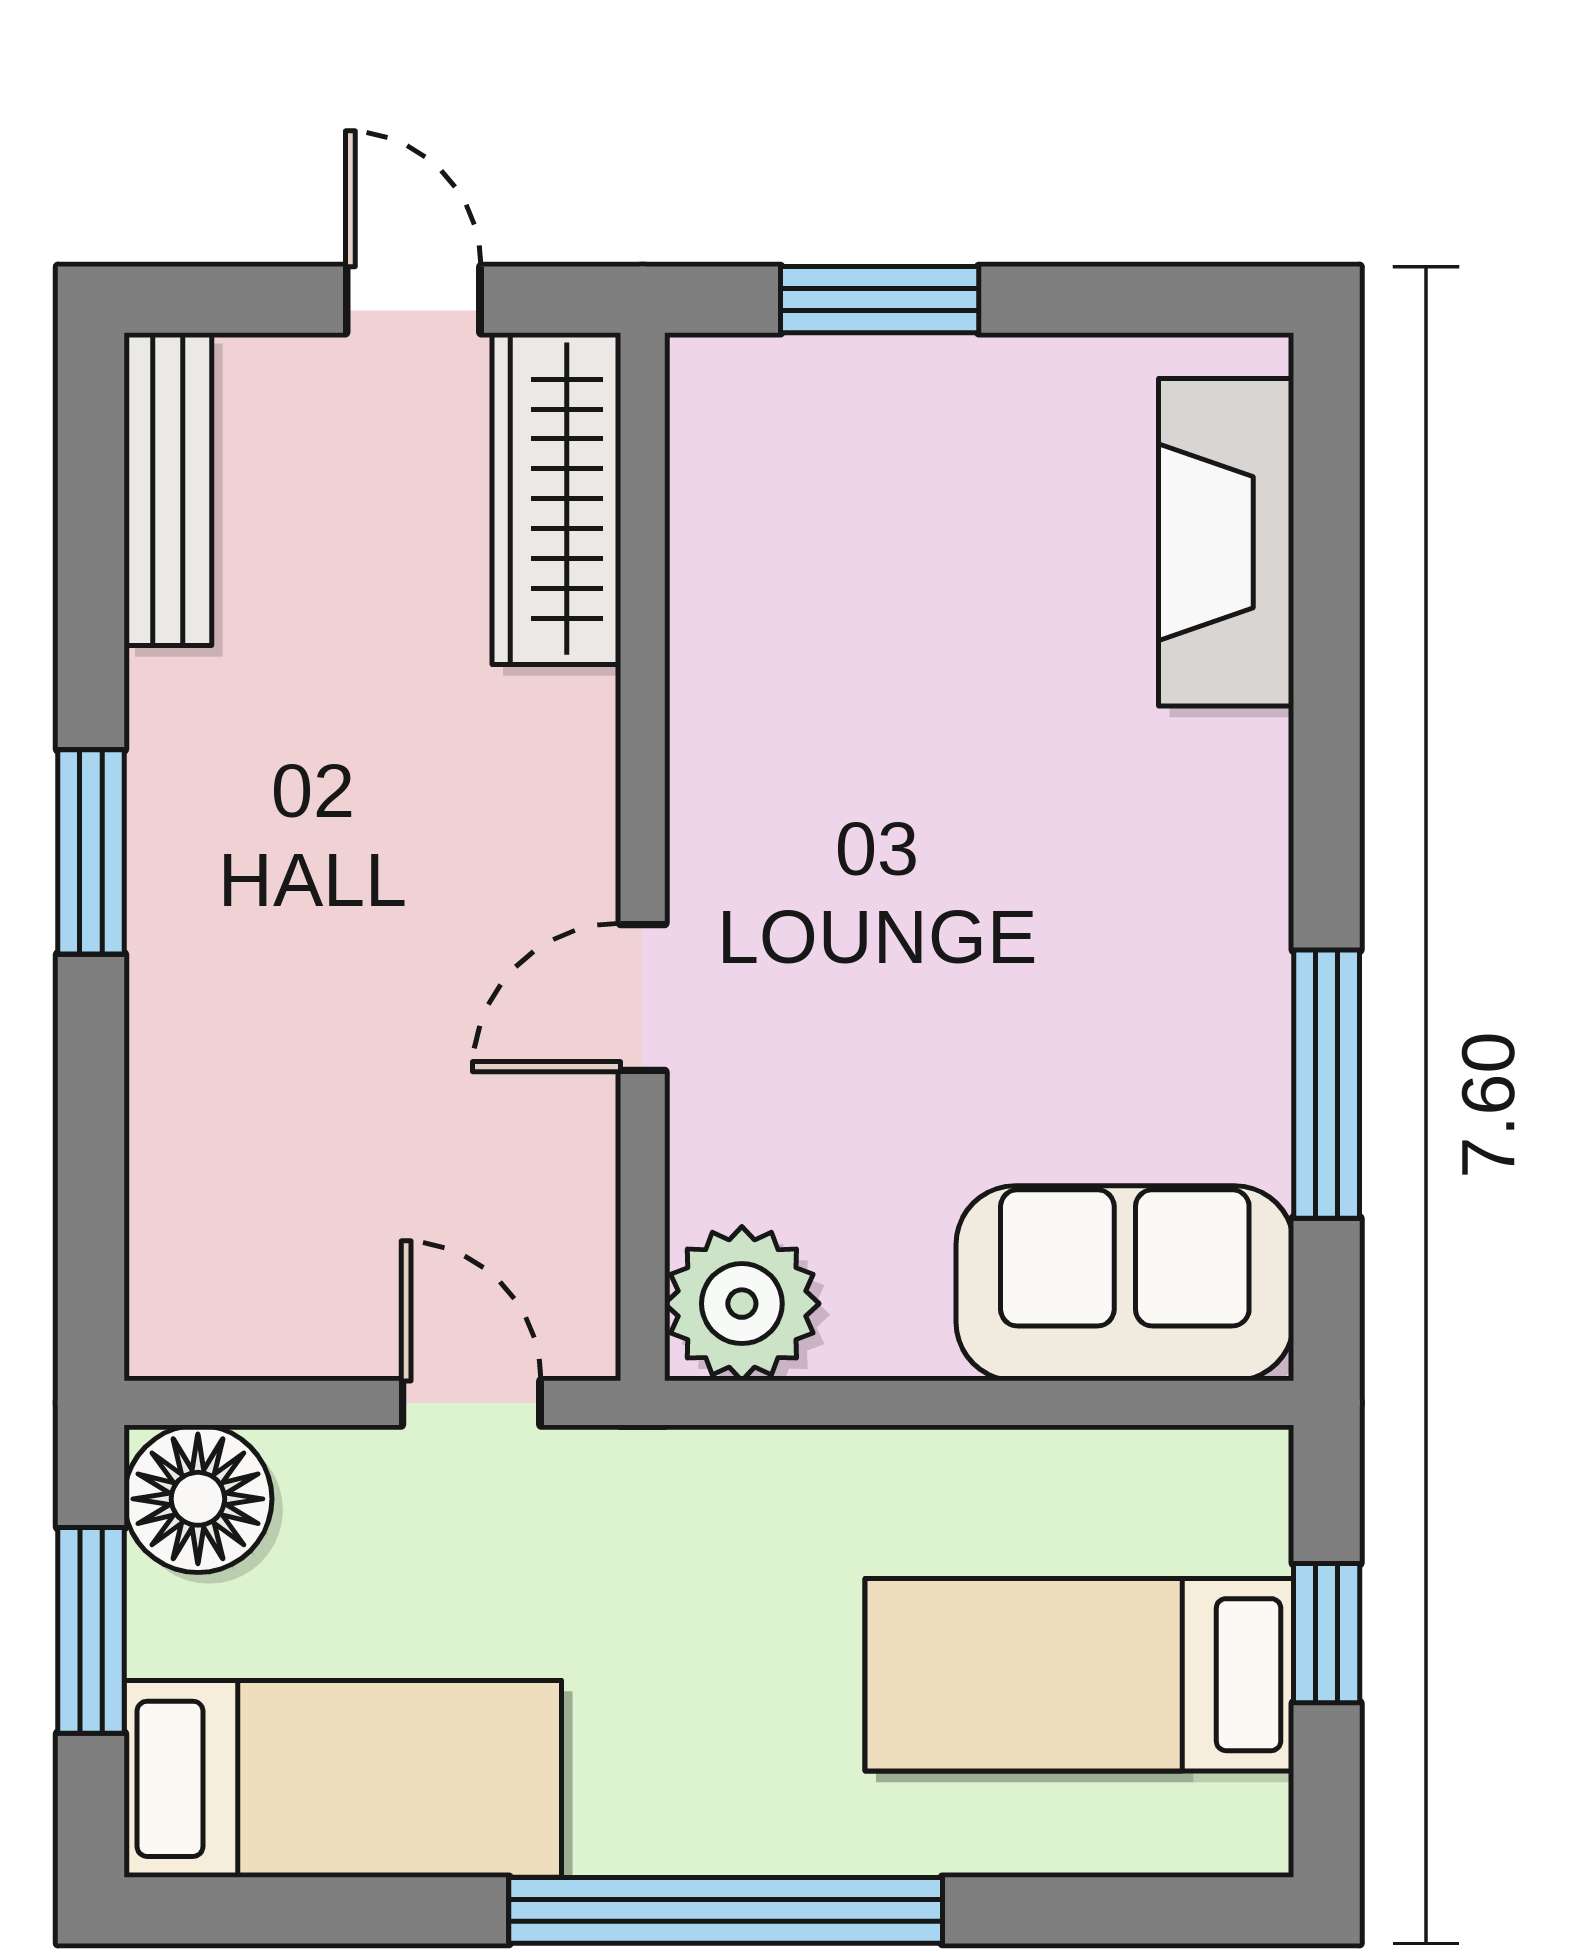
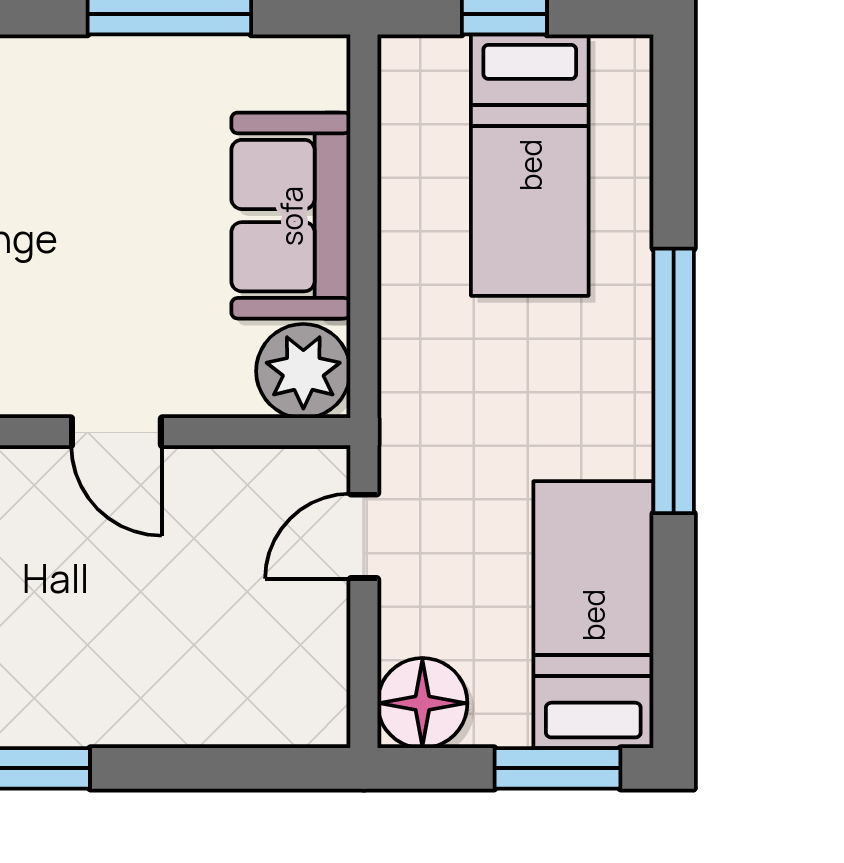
sofa: (1125, 1283) -> (291, 216), moved
window: (91, 1630) -> (557, 768), moved

